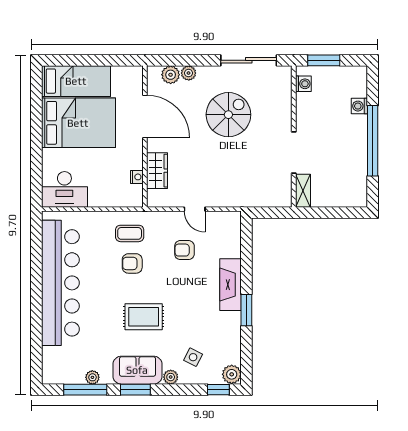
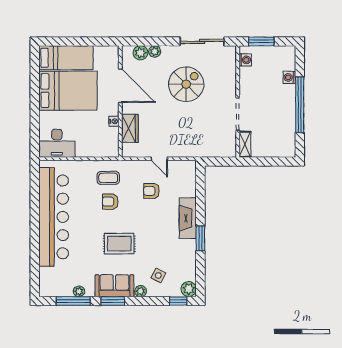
nightstand: (137, 177) -> (114, 121), moved

